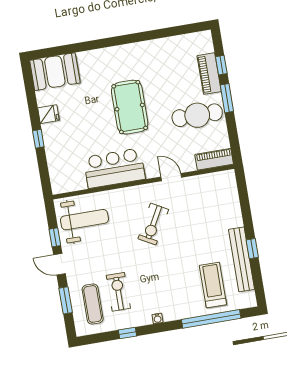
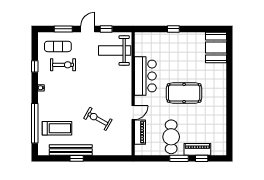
fridge: (48, 114) -> (189, 38), removed
piano: (214, 159) -> (140, 132), moved
weight bench: (84, 220) -> (115, 50), turned 90
exercise bike: (153, 224) -> (98, 119), moved

